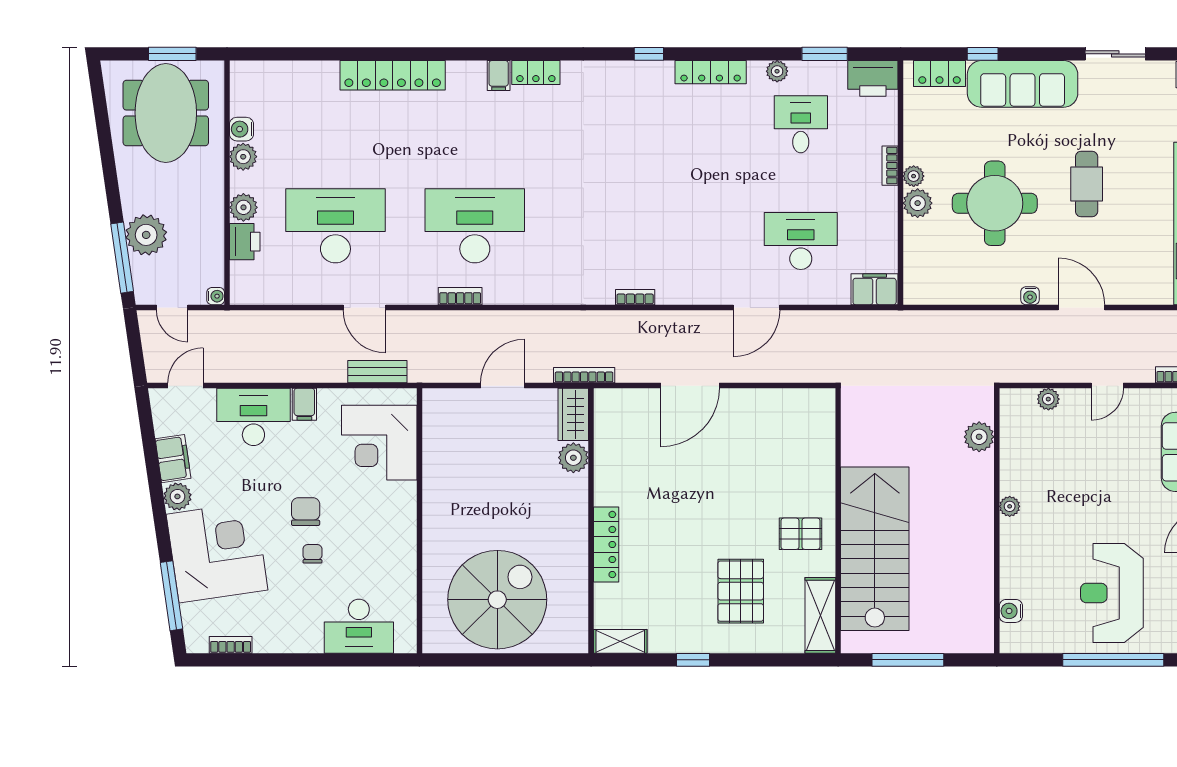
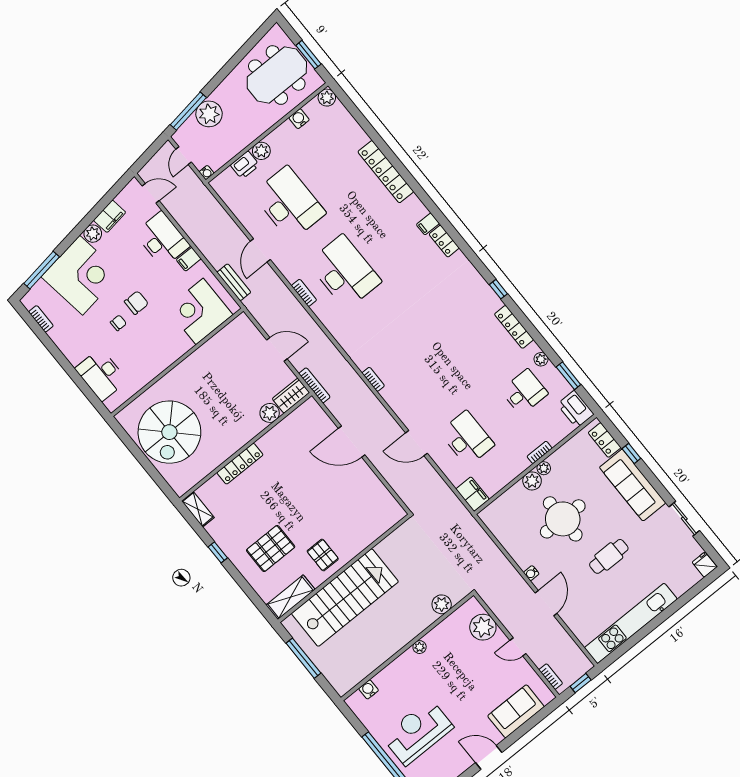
plant: (243, 157) -> (327, 98), moved
plant: (1048, 399) -> (483, 627), width x1.87, depth x1.87
spiral stairs: (497, 600) -> (169, 432), turned 90

